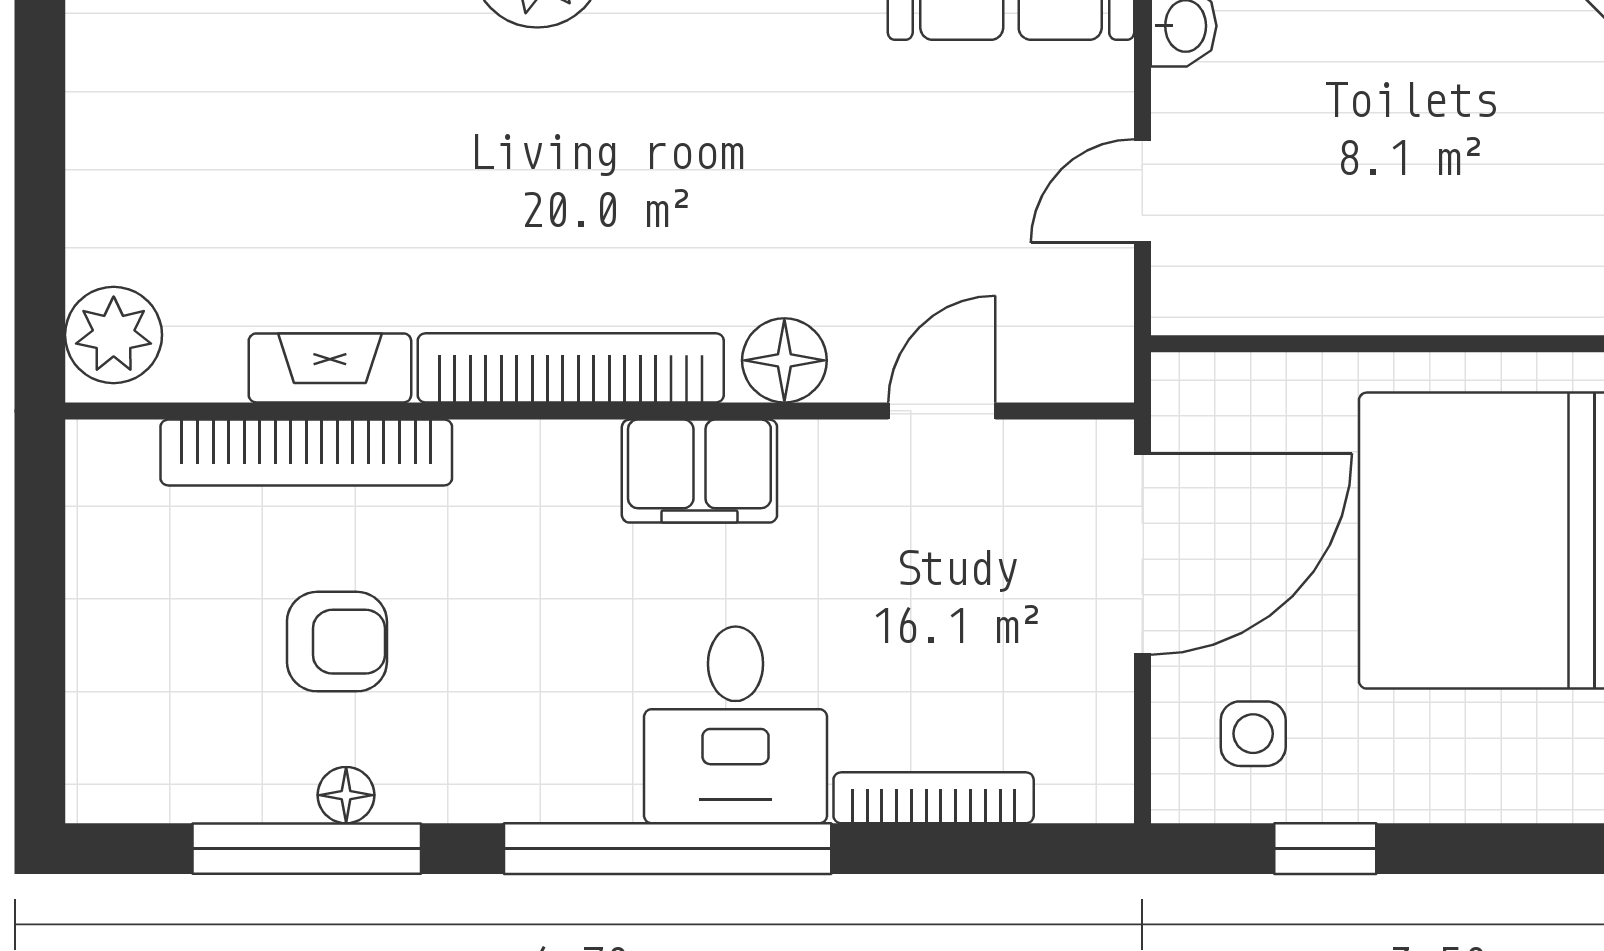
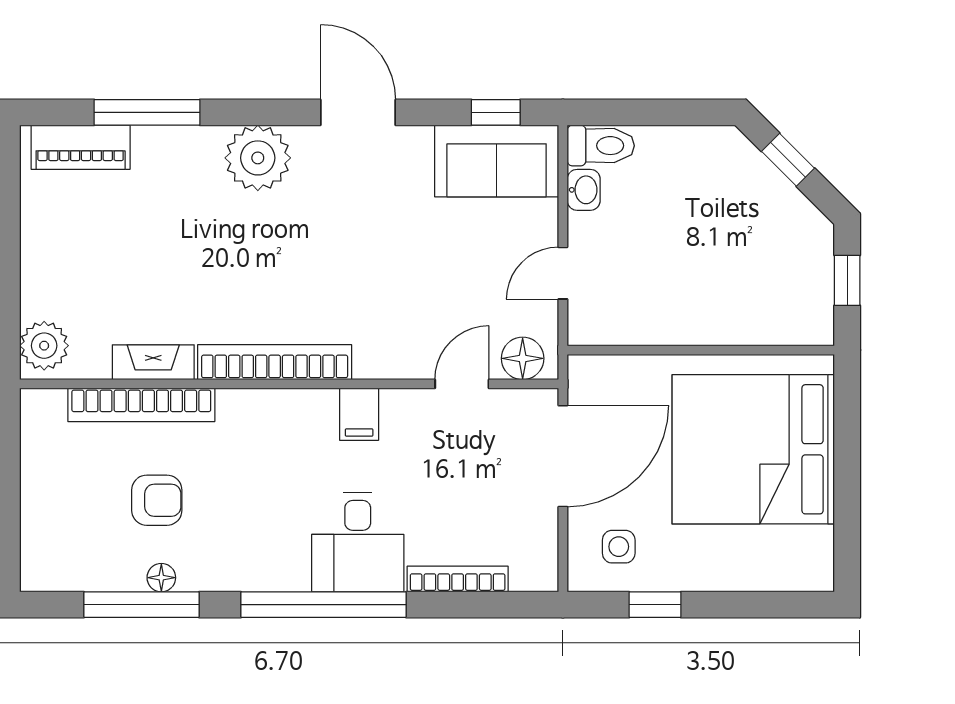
floor lamp: (784, 360) -> (523, 358), moved
filing cabinet: (699, 471) -> (359, 414), width x0.50

